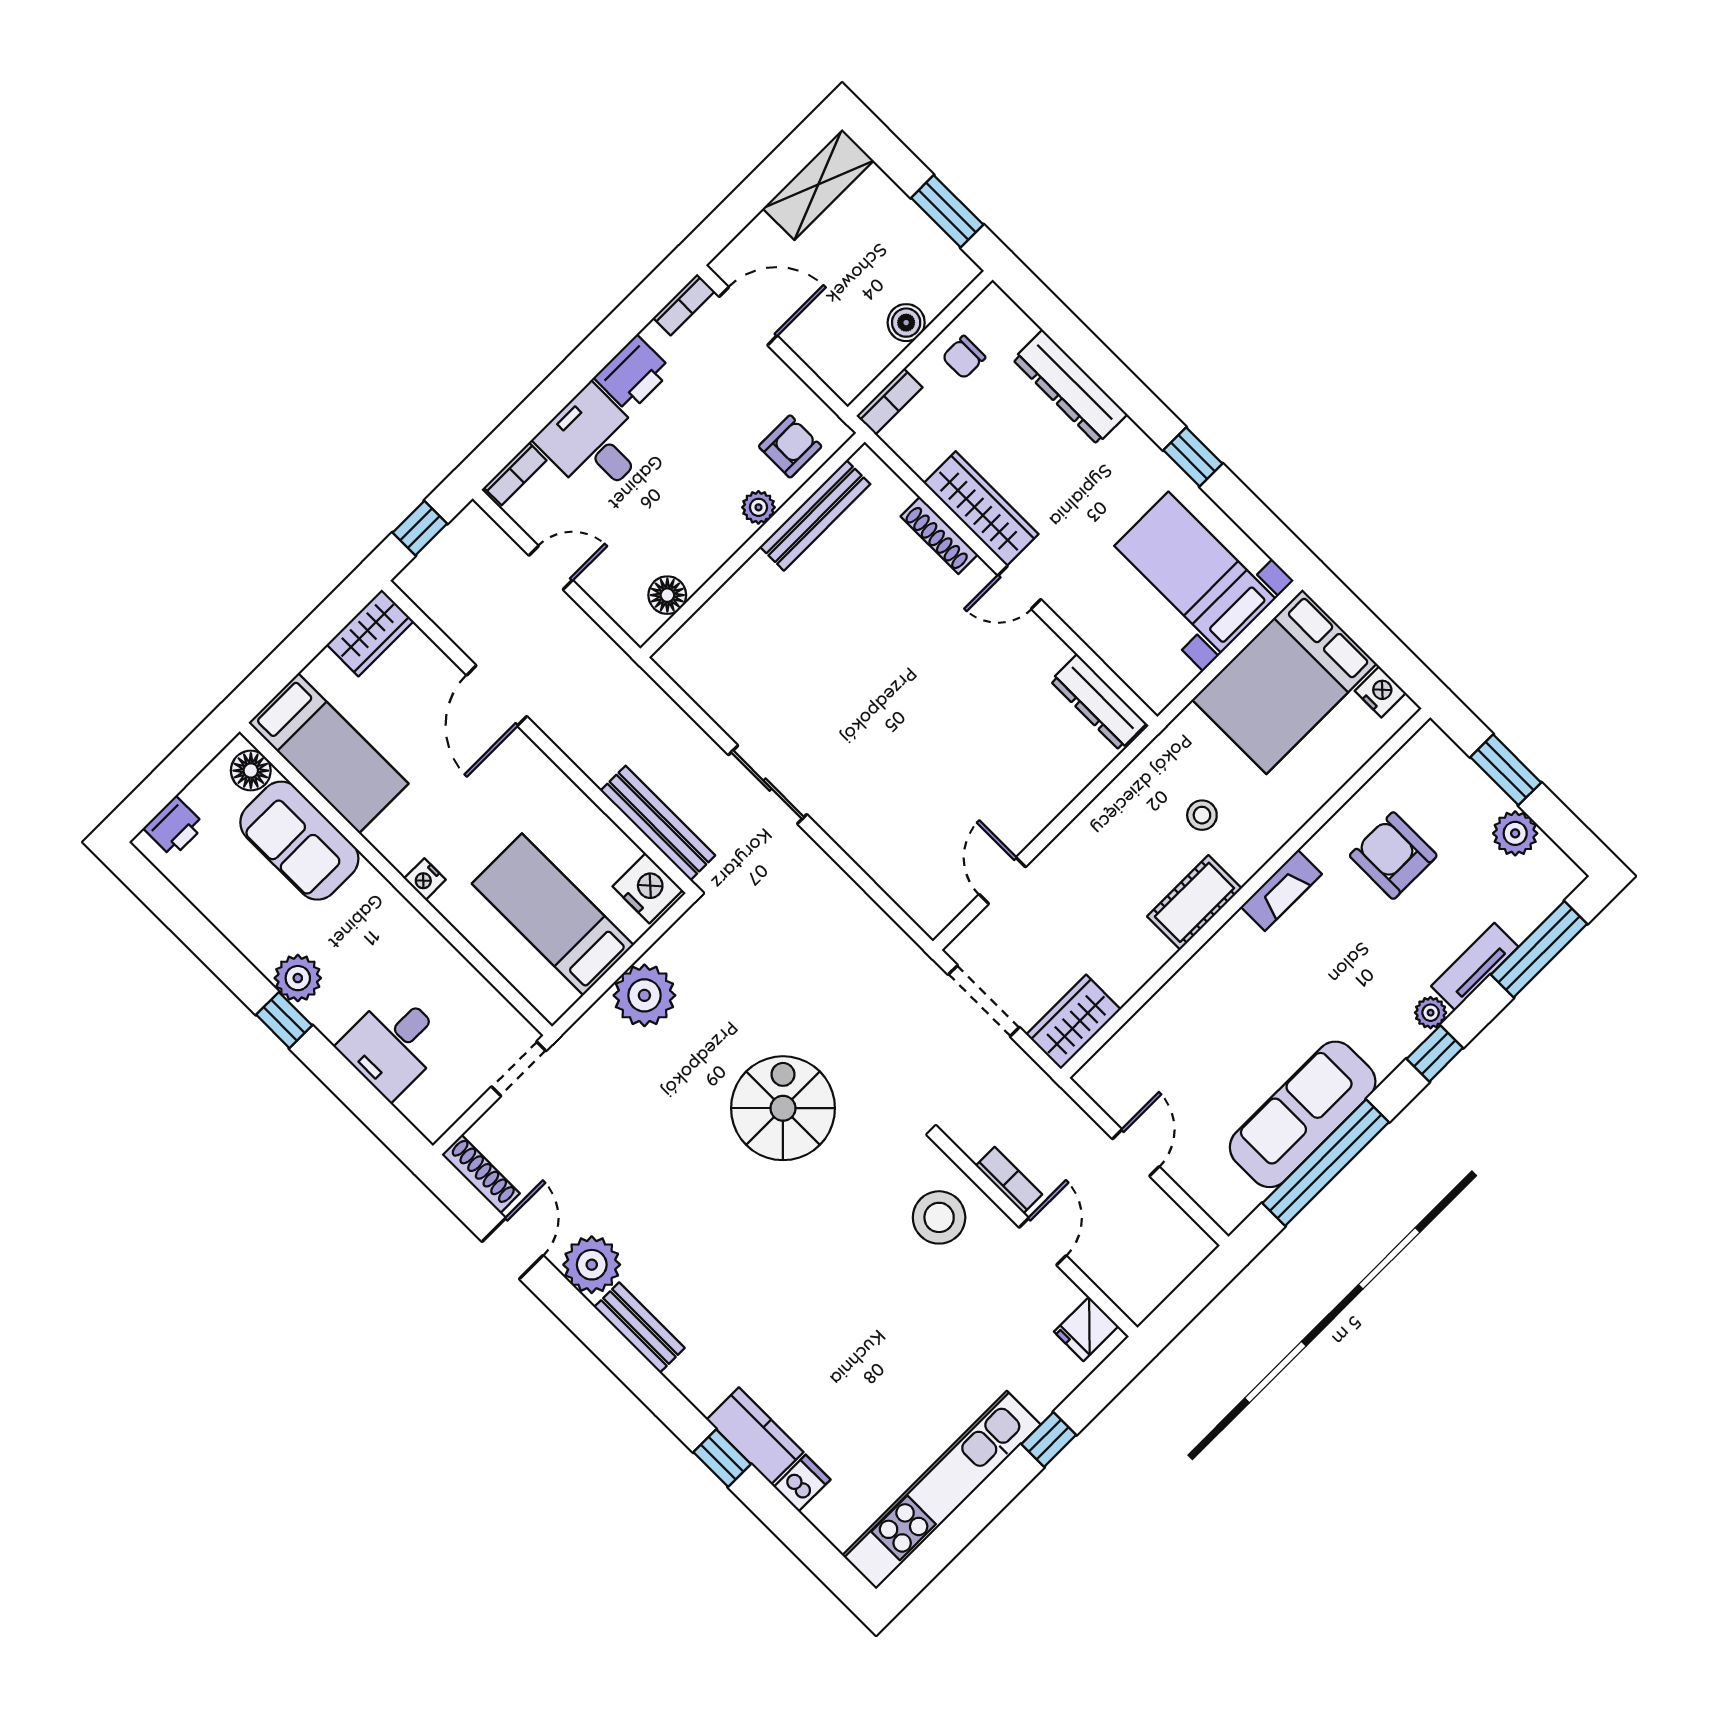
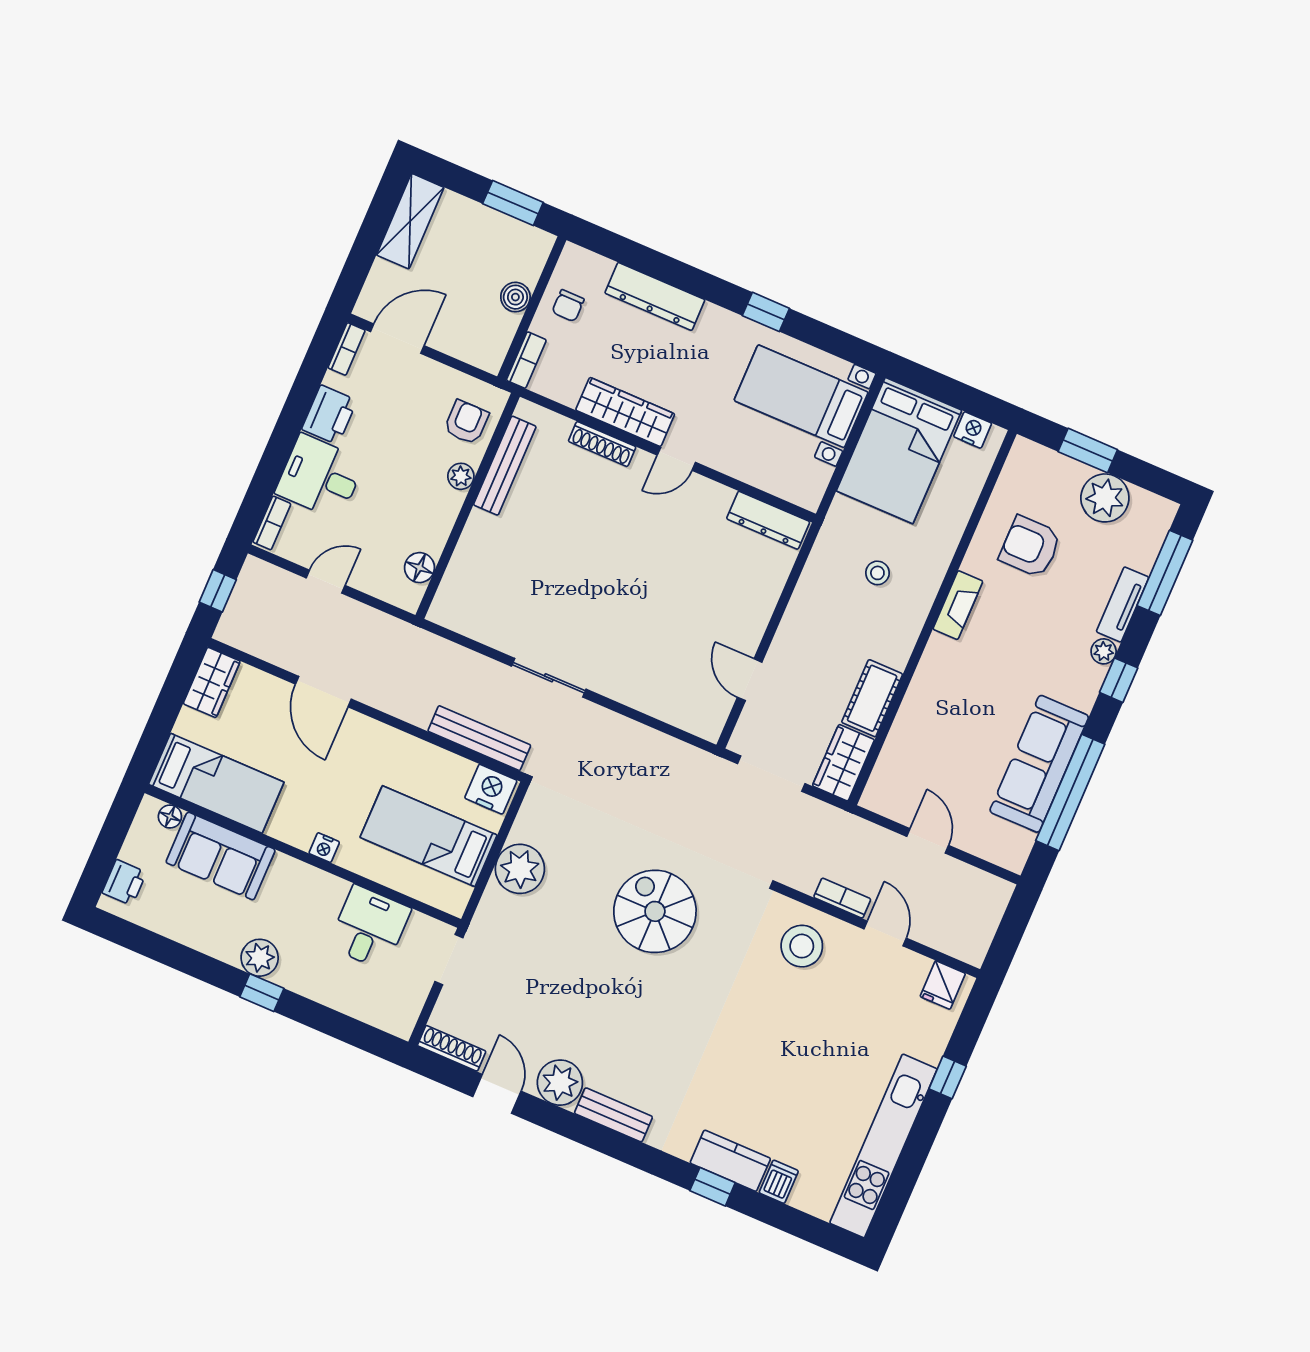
floor lamp: (251, 771) -> (170, 816), width x0.73, depth x0.73
plant: (1515, 833) -> (1105, 498), width x1.36, depth x1.36
cot: (1194, 902) -> (872, 698), moved
desk: (393, 1044) -> (369, 927), moved, turned 180

